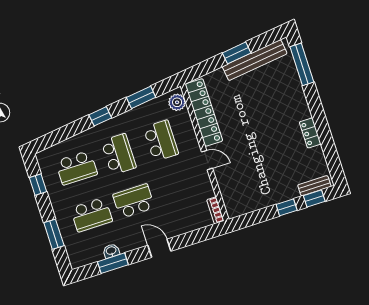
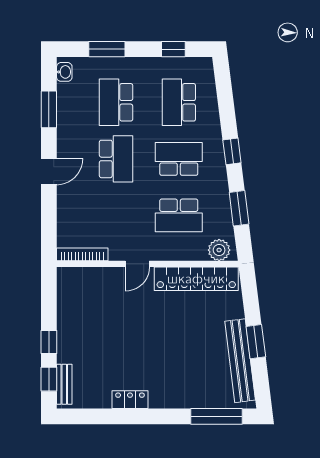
school desk: (119, 154) -> (179, 159), turned 180
bookcase: (215, 210) -> (82, 254), width x1.56
washbasin: (111, 251) -> (64, 72), moved

